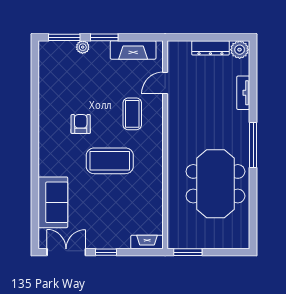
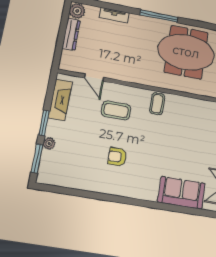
coffee table: (110, 161) -> (157, 104), moved, width x0.54, depth x0.58

